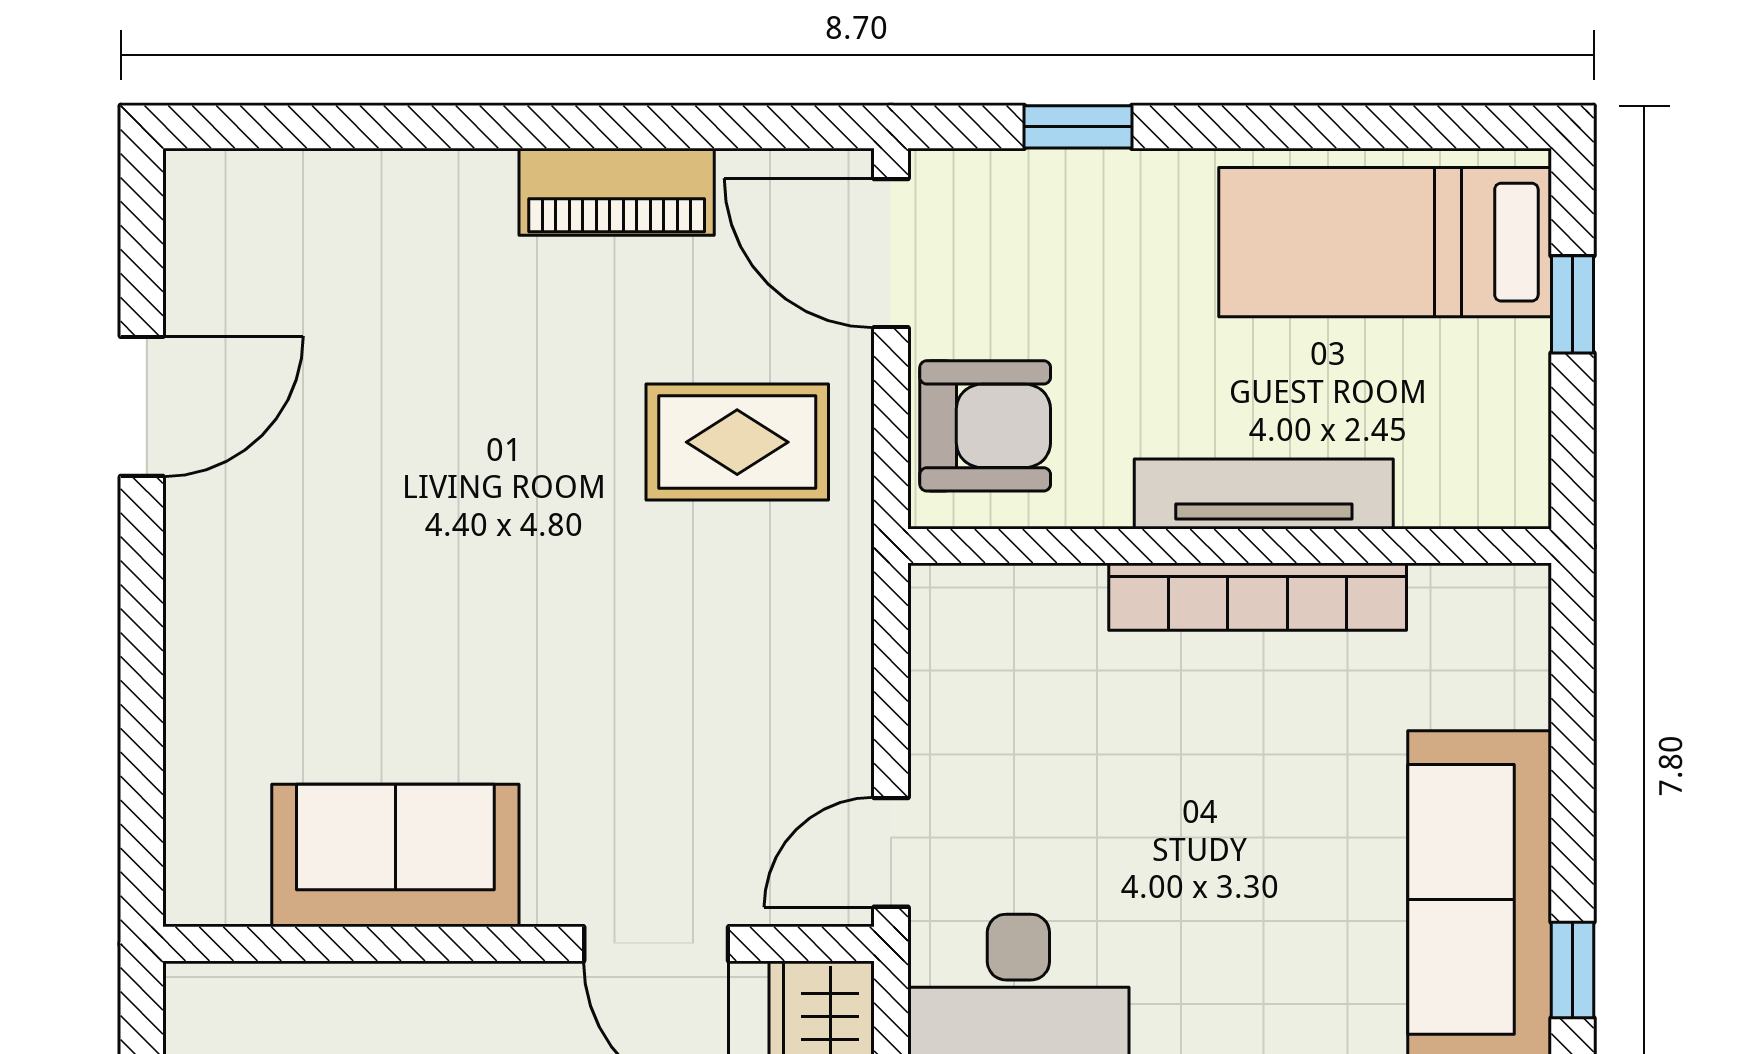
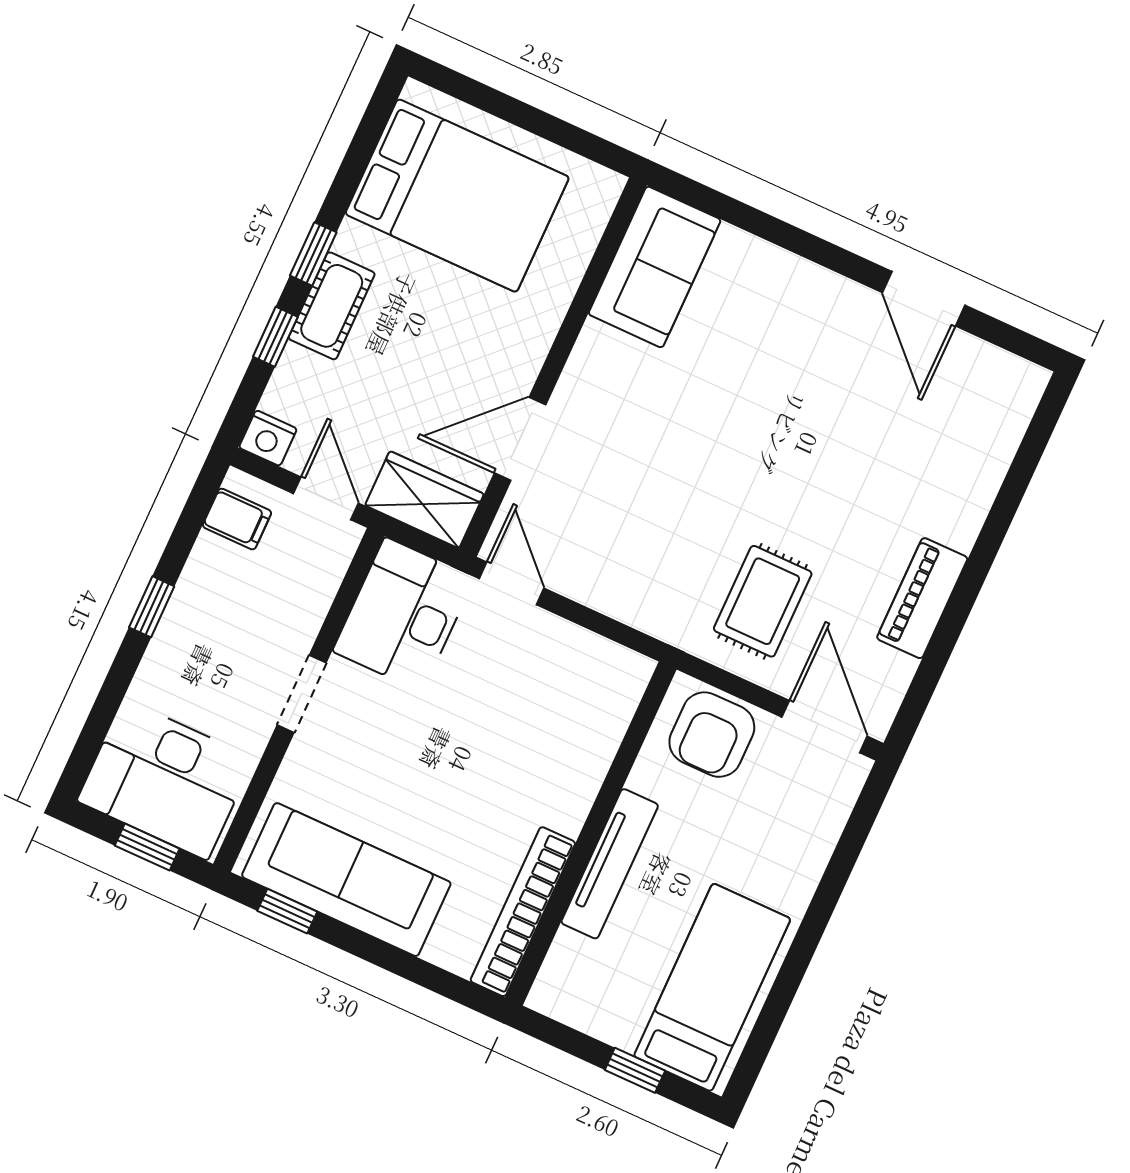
window: (1078, 127) -> (846, 855), removed
door: (891, 253) -> (825, 727), hinge flipped
bookcase: (1258, 597) -> (523, 912), moved
sofa: (395, 856) -> (655, 267), moved

